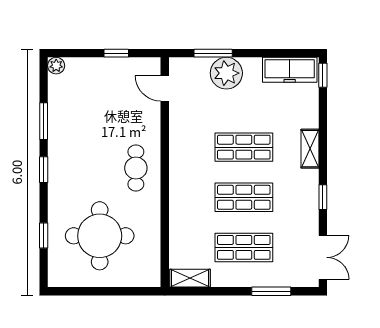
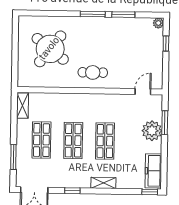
window: (116, 53) -> (166, 44), moved
window: (44, 170) -> (93, 14), width x1.50
window: (44, 235) -> (51, 13), removed
round table: (100, 236) -> (50, 49), turned 38

